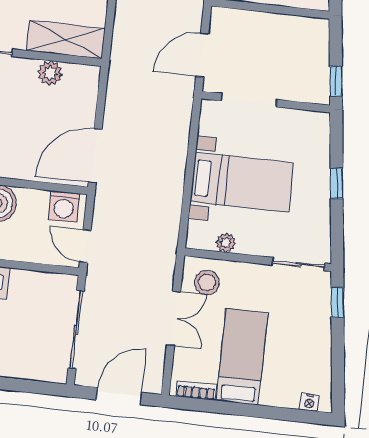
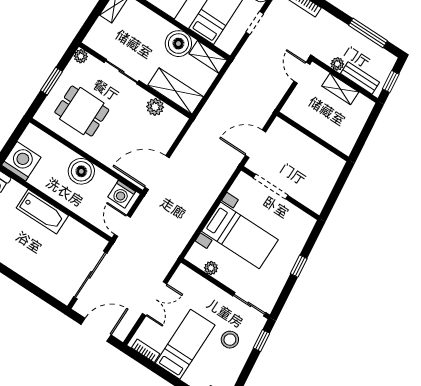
window: (336, 81) -> (331, 202), removed
stool: (207, 282) -> (230, 340), moved

